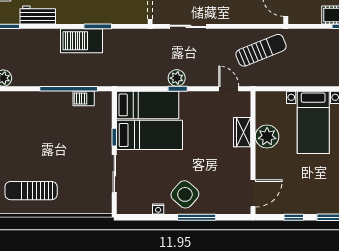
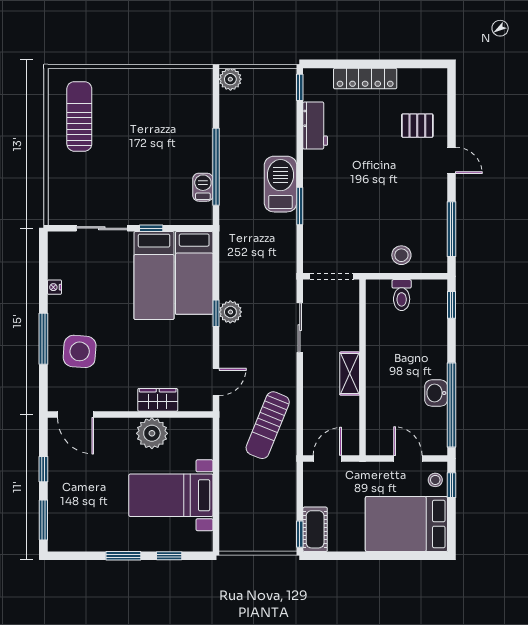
sun lounger: (261, 50) -> (268, 425), turned 44
side table: (185, 194) -> (80, 351), moved, turned -37

